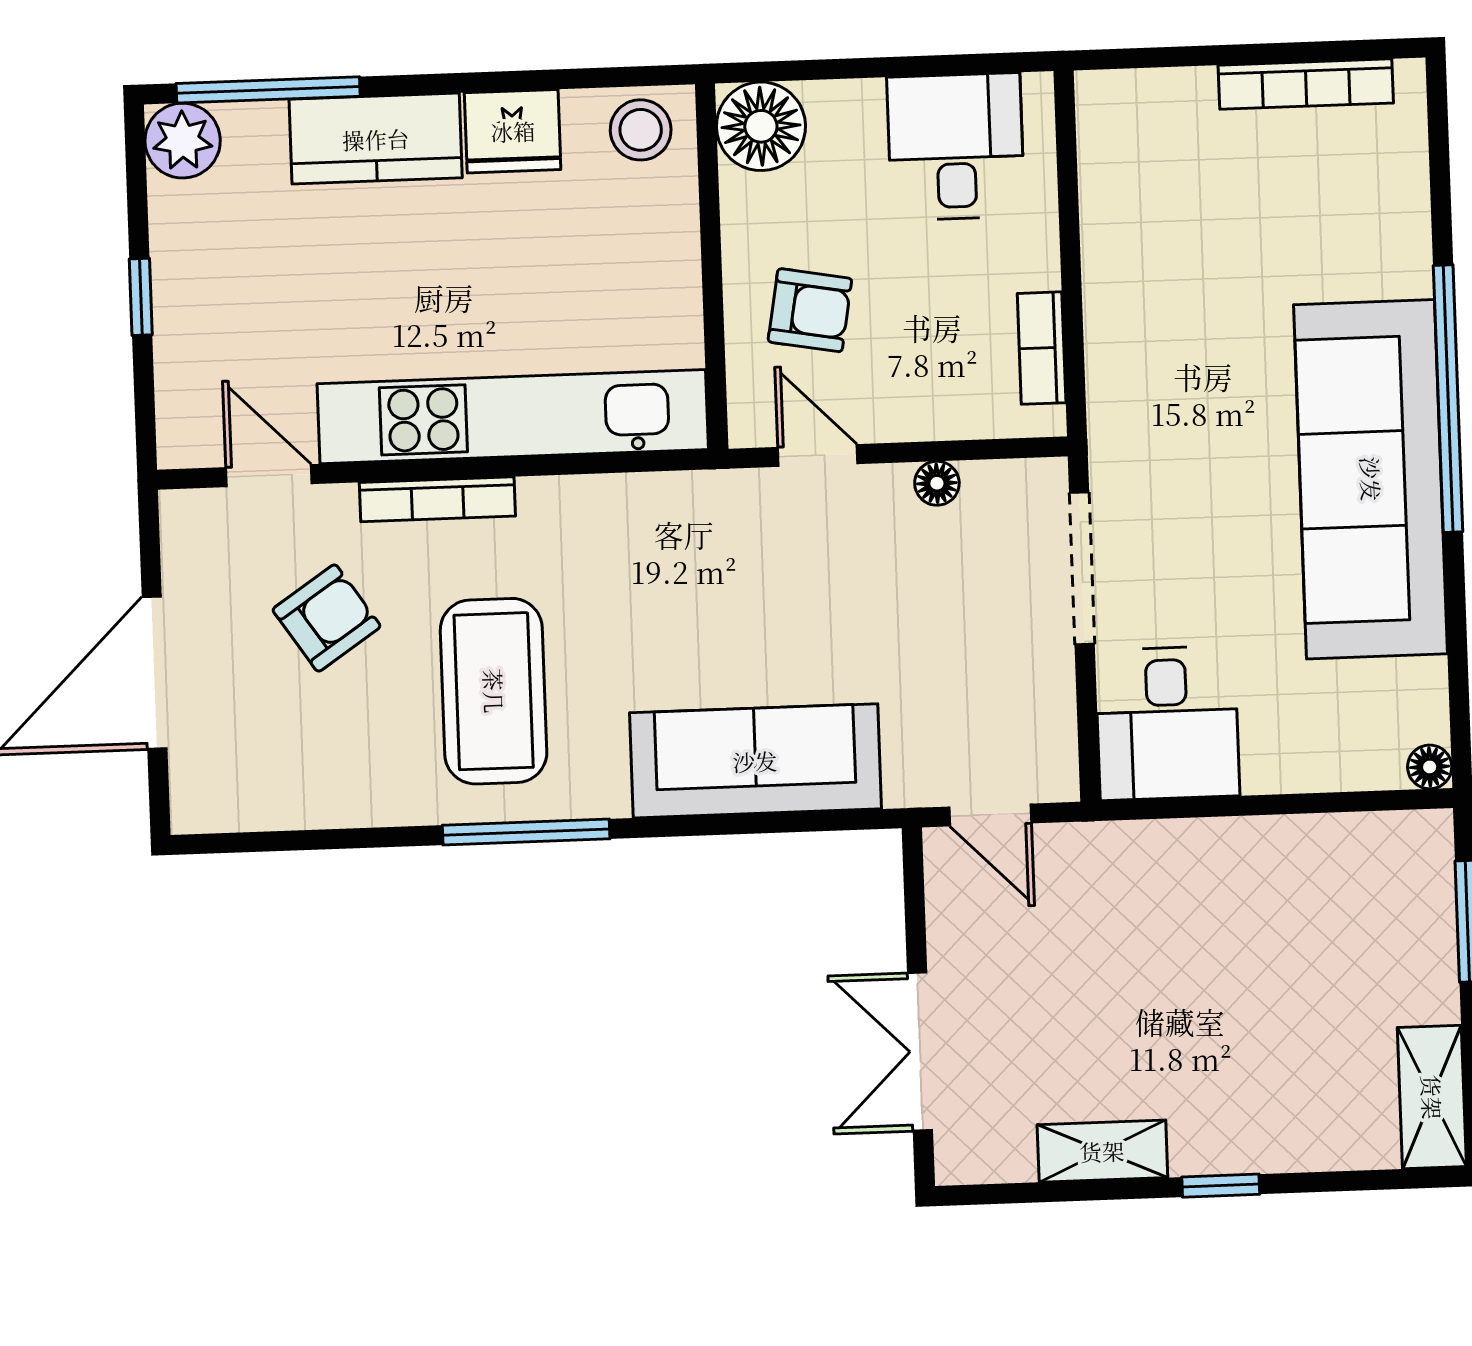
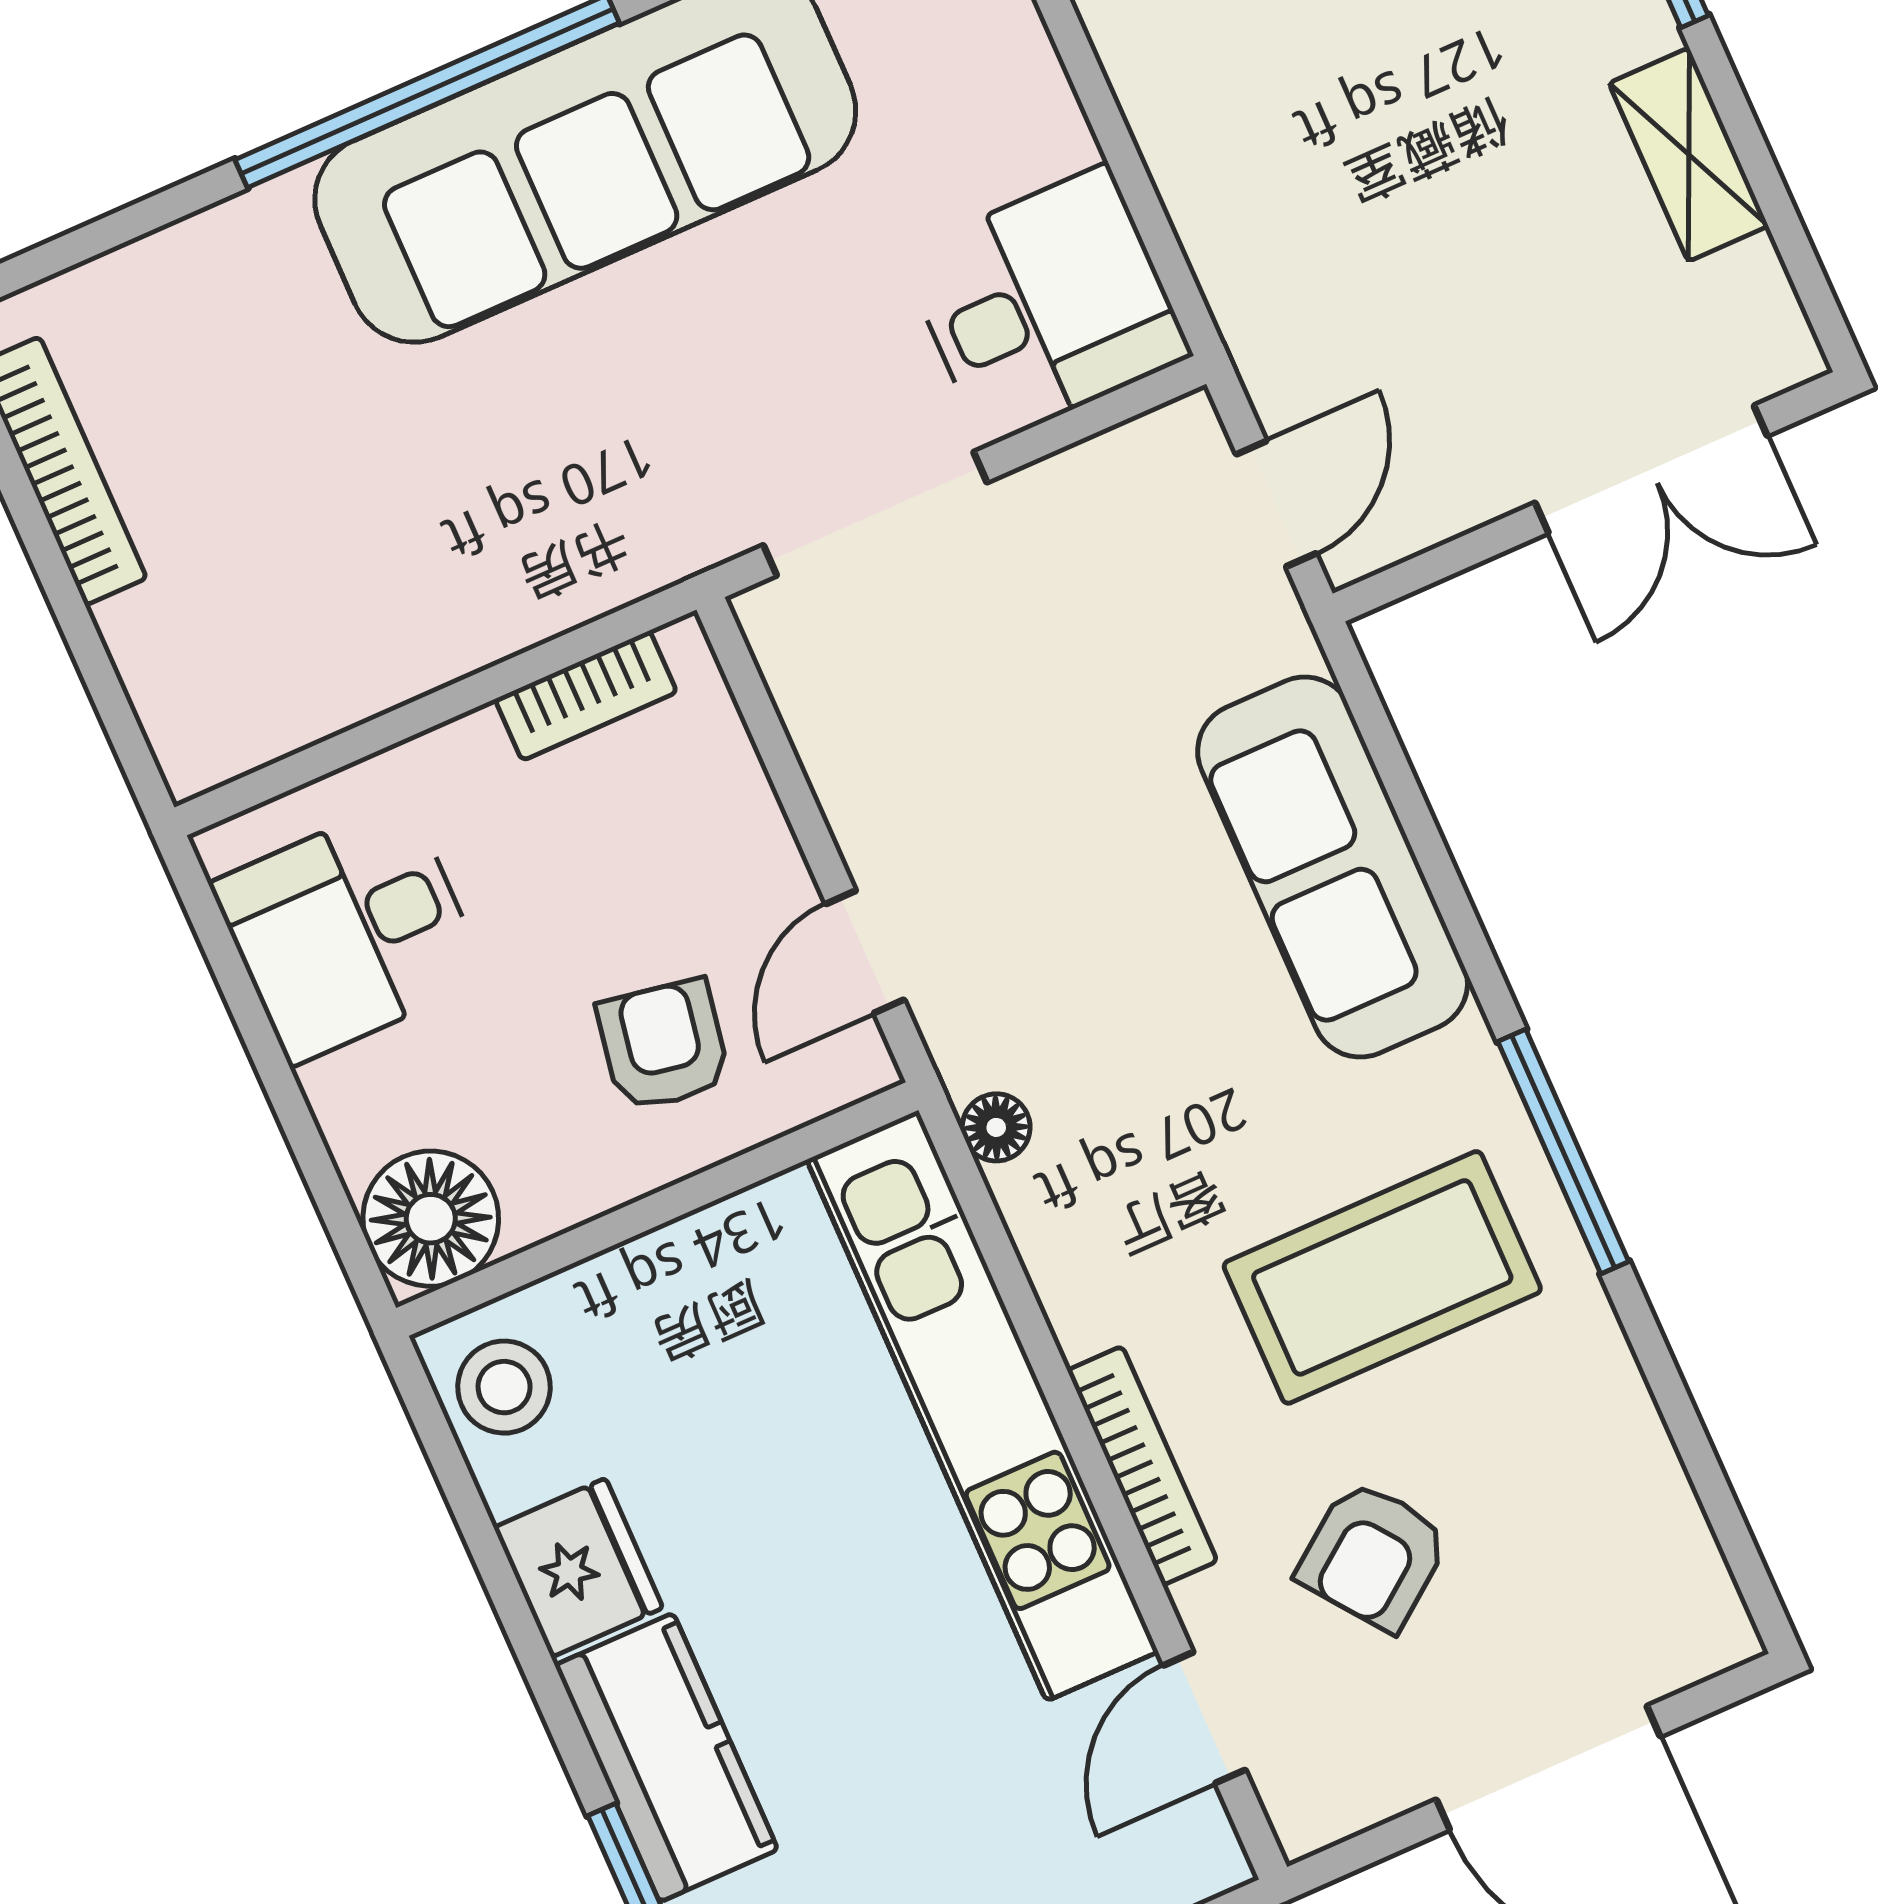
floor lamp: (937, 483) -> (996, 1127), moved
armchair: (327, 618) -> (1373, 1555), turned -93

